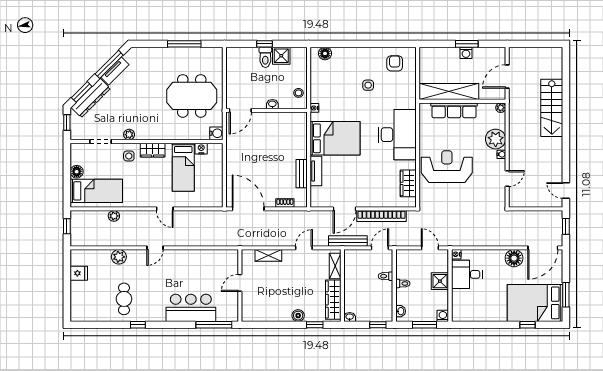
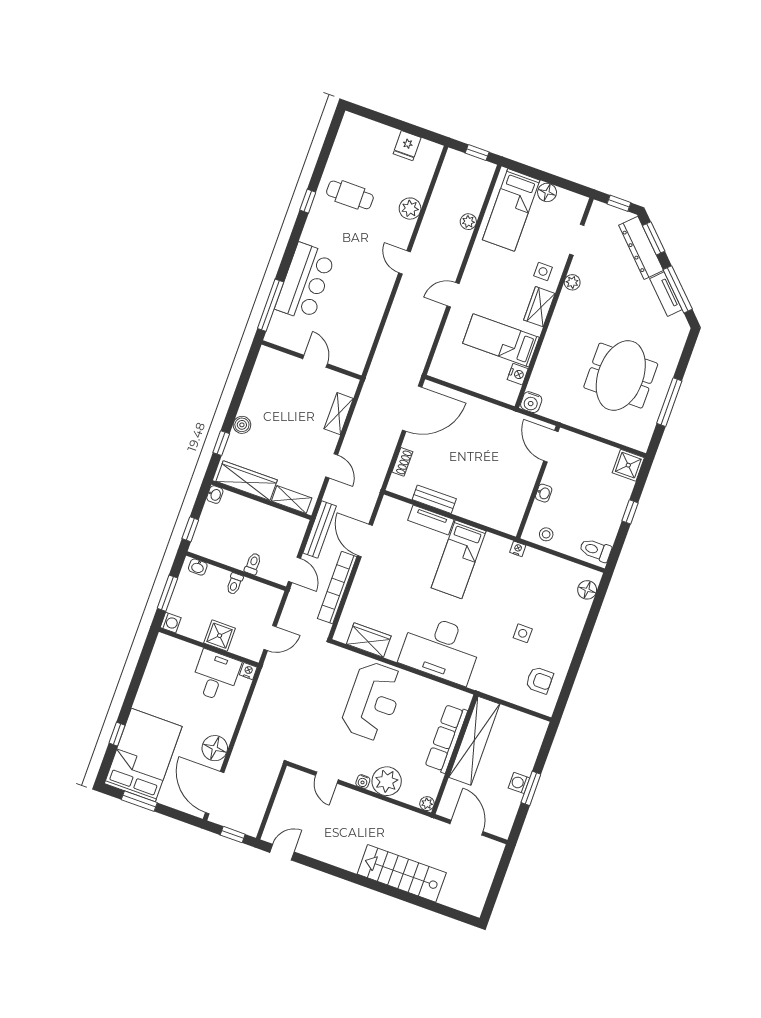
shower: (281, 56) -> (628, 465), moved
toilet: (265, 57) -> (595, 550), moved
meeting table: (192, 96) -> (621, 376), moved
bed: (335, 138) -> (459, 559), width x0.67

